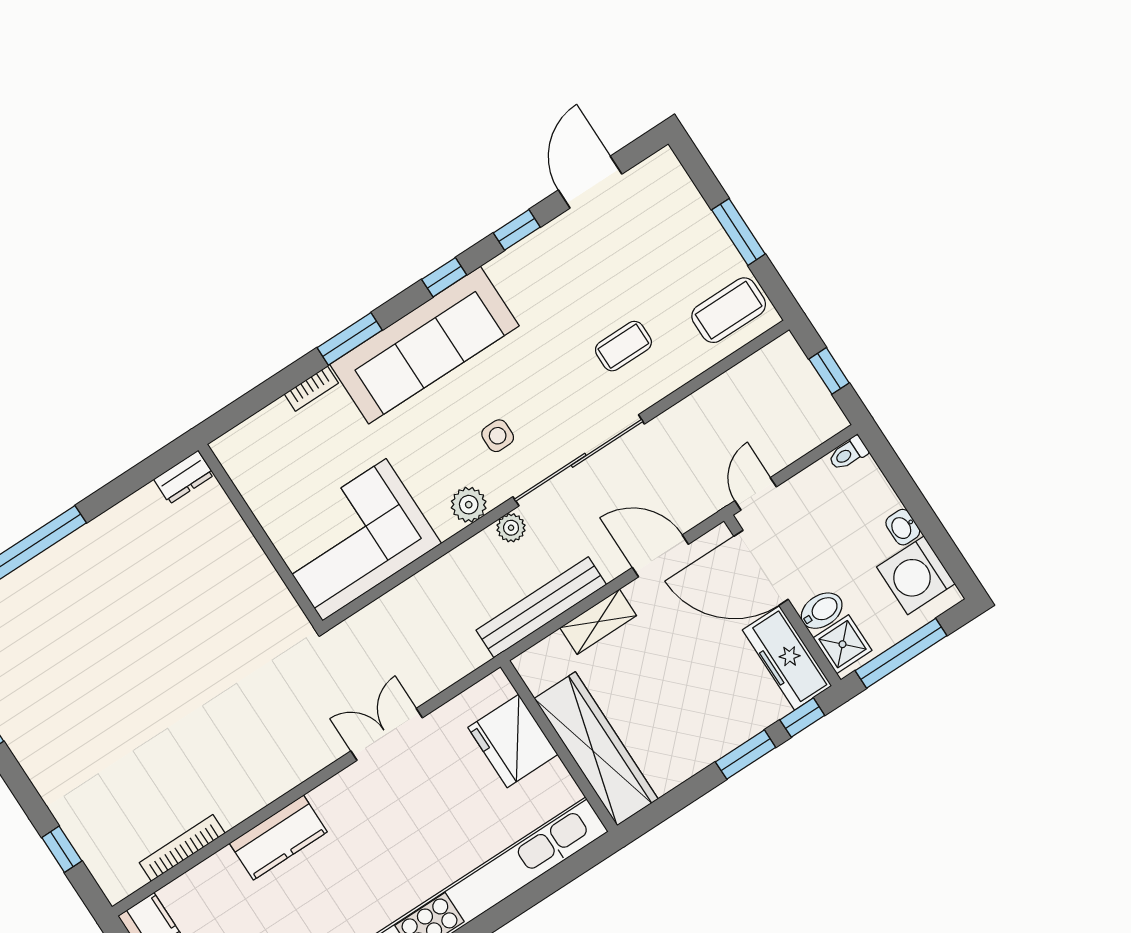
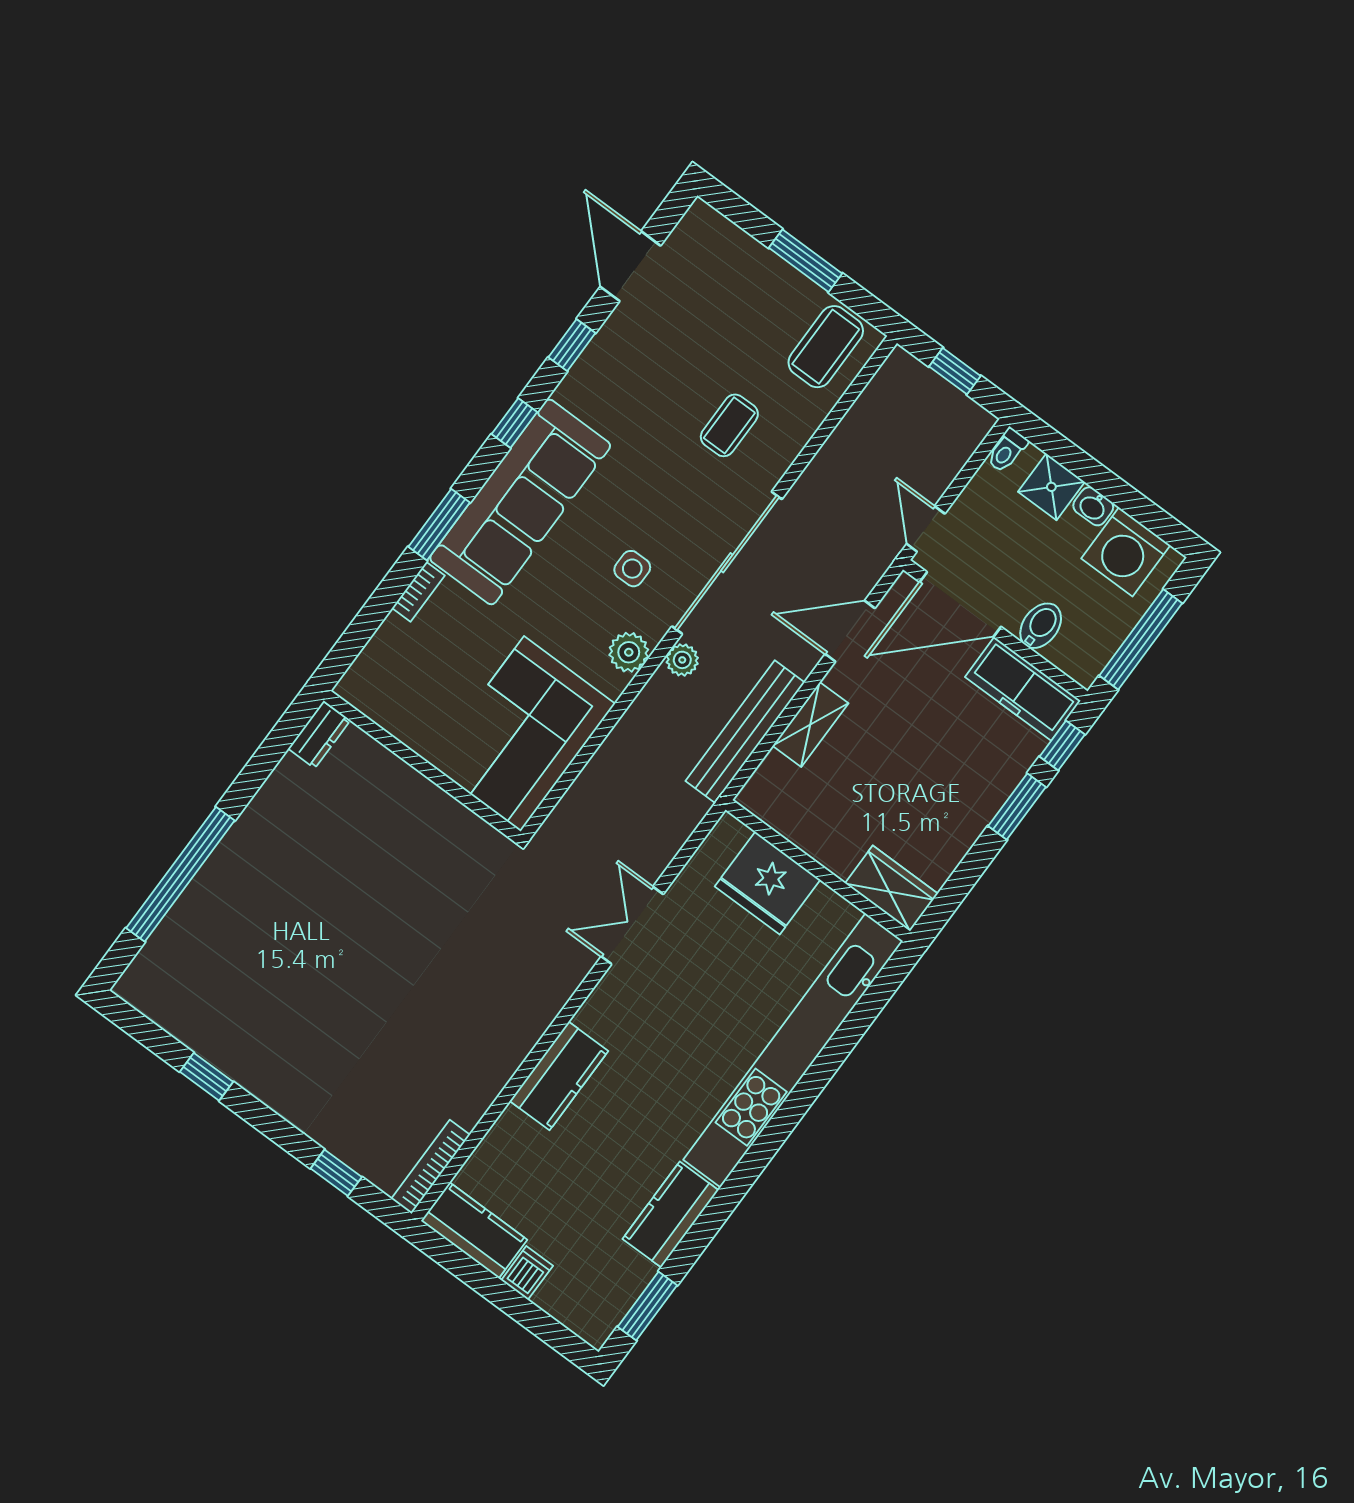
shower: (843, 644) -> (1051, 487), moved
wardrobe: (596, 749) -> (891, 888), width x0.48, depth x0.85
bookcase: (182, 848) -> (431, 1167), moved

